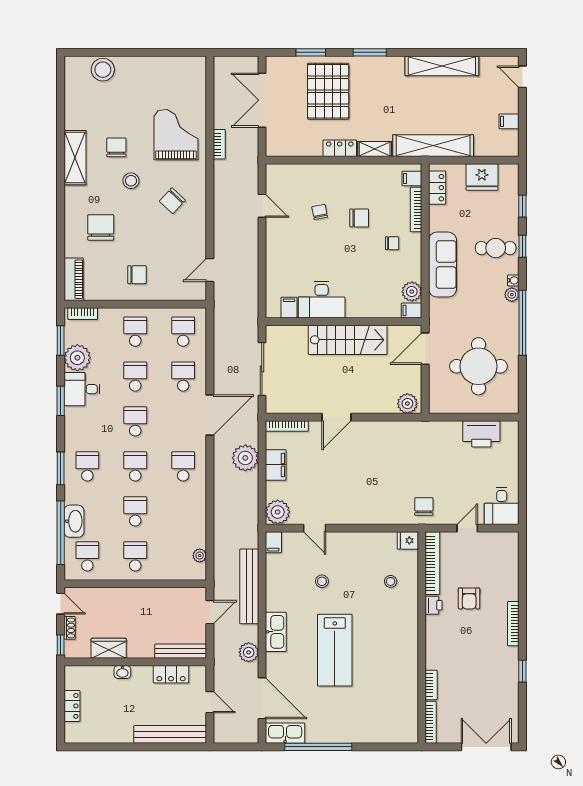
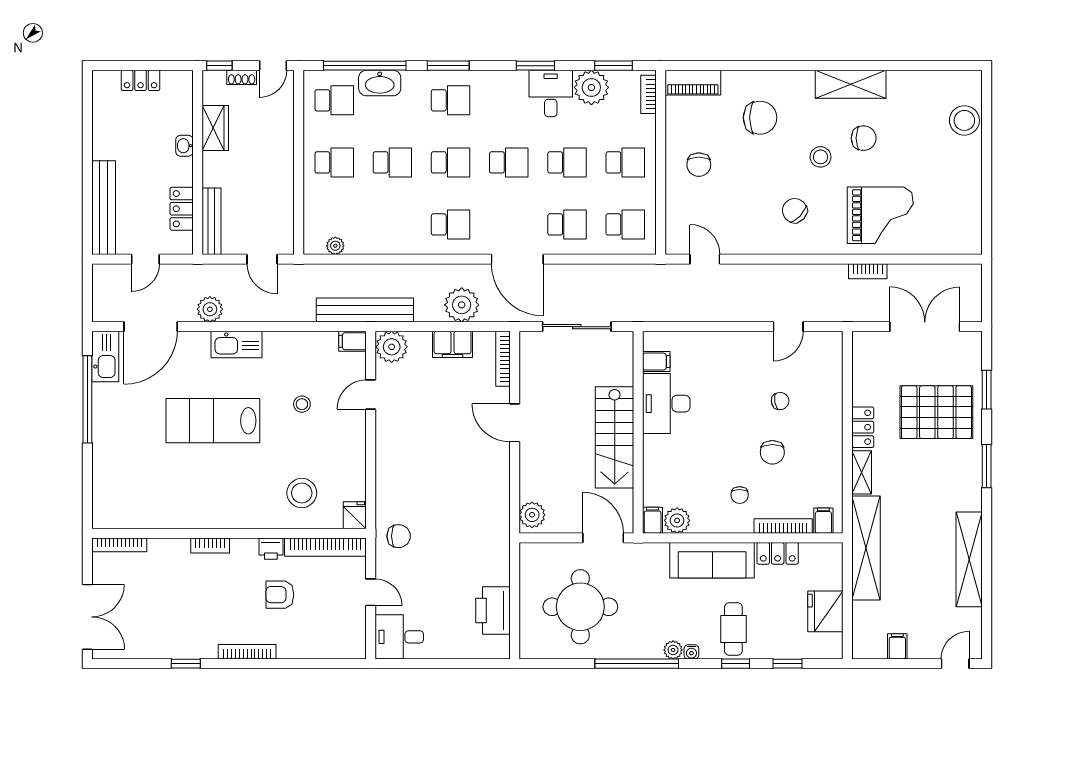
locker: (437, 188) -> (778, 553), moved
stool: (391, 581) -> (302, 493), width x1.89, depth x1.89
bench: (249, 586) -> (365, 310), moved
bookcase: (431, 685) -> (210, 545), moved

